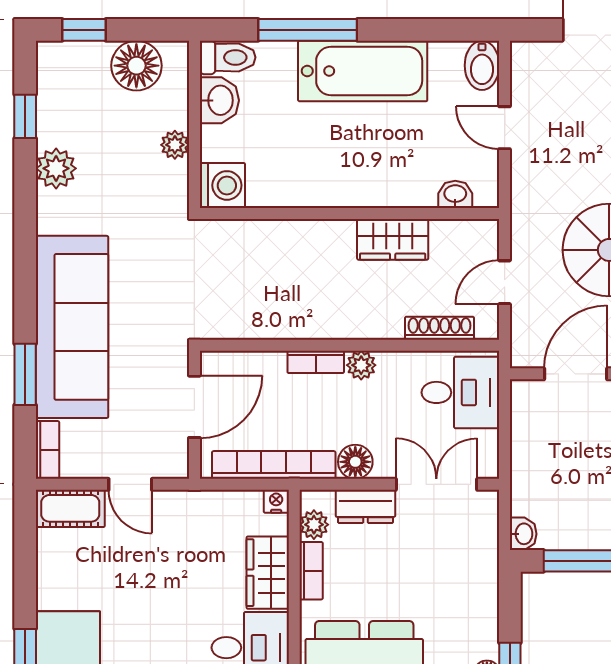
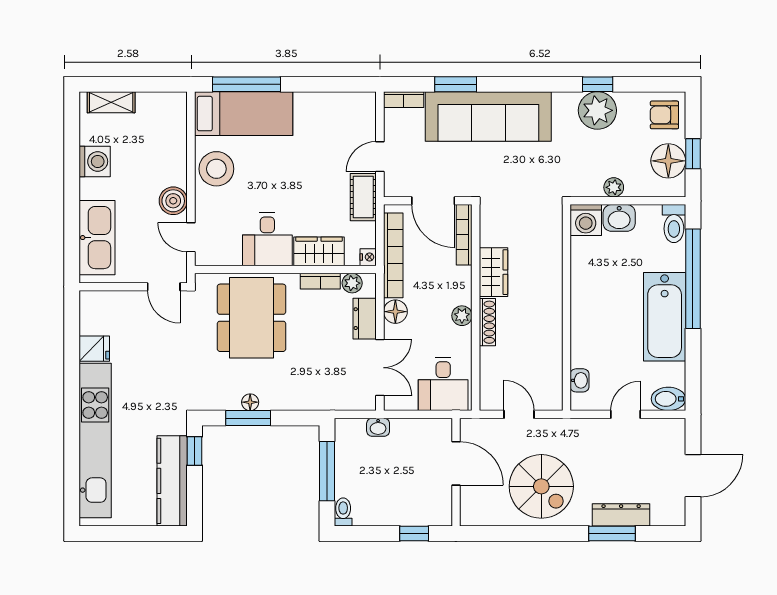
window: (84, 30) -> (693, 154), moved
window: (308, 30) -> (693, 279), width x1.46
armchair: (70, 71) -> (664, 115), added
washbasin: (219, 100) -> (619, 218), moved
window: (25, 116) -> (598, 84), moved
plant: (56, 168) -> (597, 110), width x1.36, depth x1.36
wardrobe: (393, 239) -> (493, 272), moved, turned 180
shoe rack: (439, 328) -> (487, 322), moved
bookcase: (316, 362) -> (464, 235), moved, width x1.56
cot: (70, 508) -> (363, 197), moved
washbasin: (523, 534) -> (378, 427), moved

